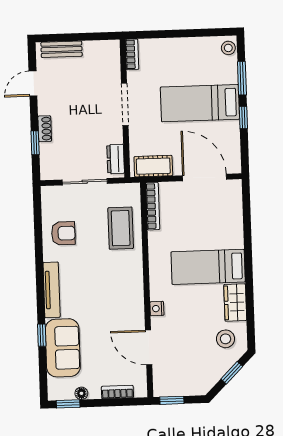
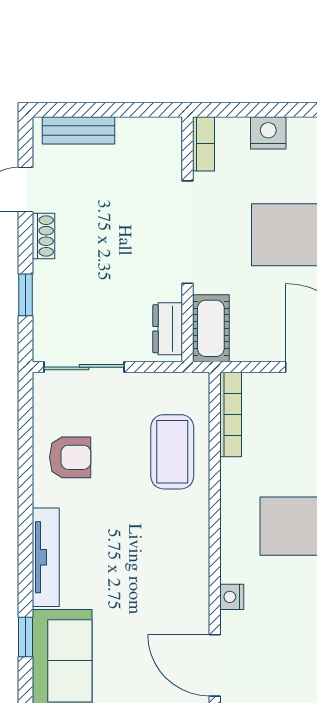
nightstand: (168, 47) -> (268, 133), added
doorway: (125, 104) -> (187, 232), width x1.36
shoe rack: (45, 129) -> (43, 236), moved
cot: (153, 166) -> (211, 328), moved, turned 90
sliding door: (85, 182) -> (84, 367), moved

